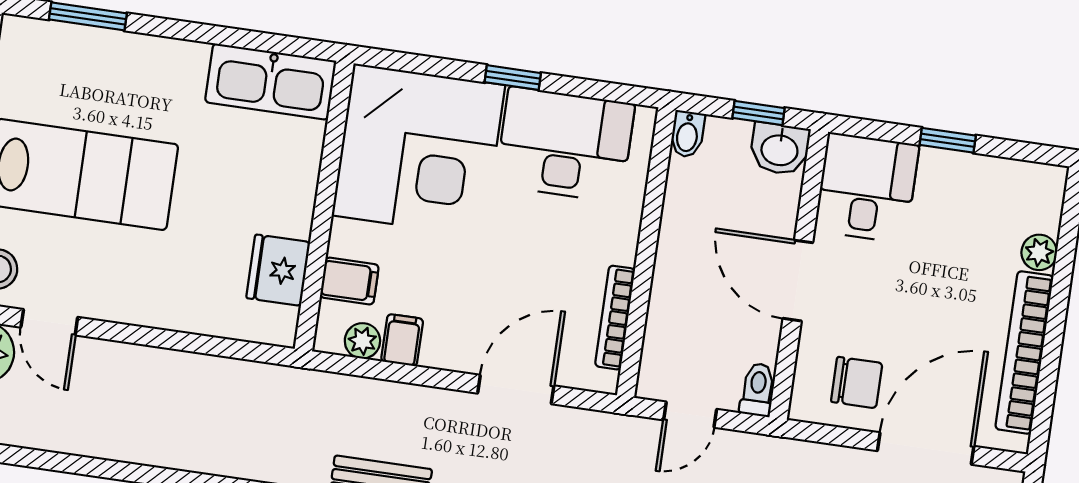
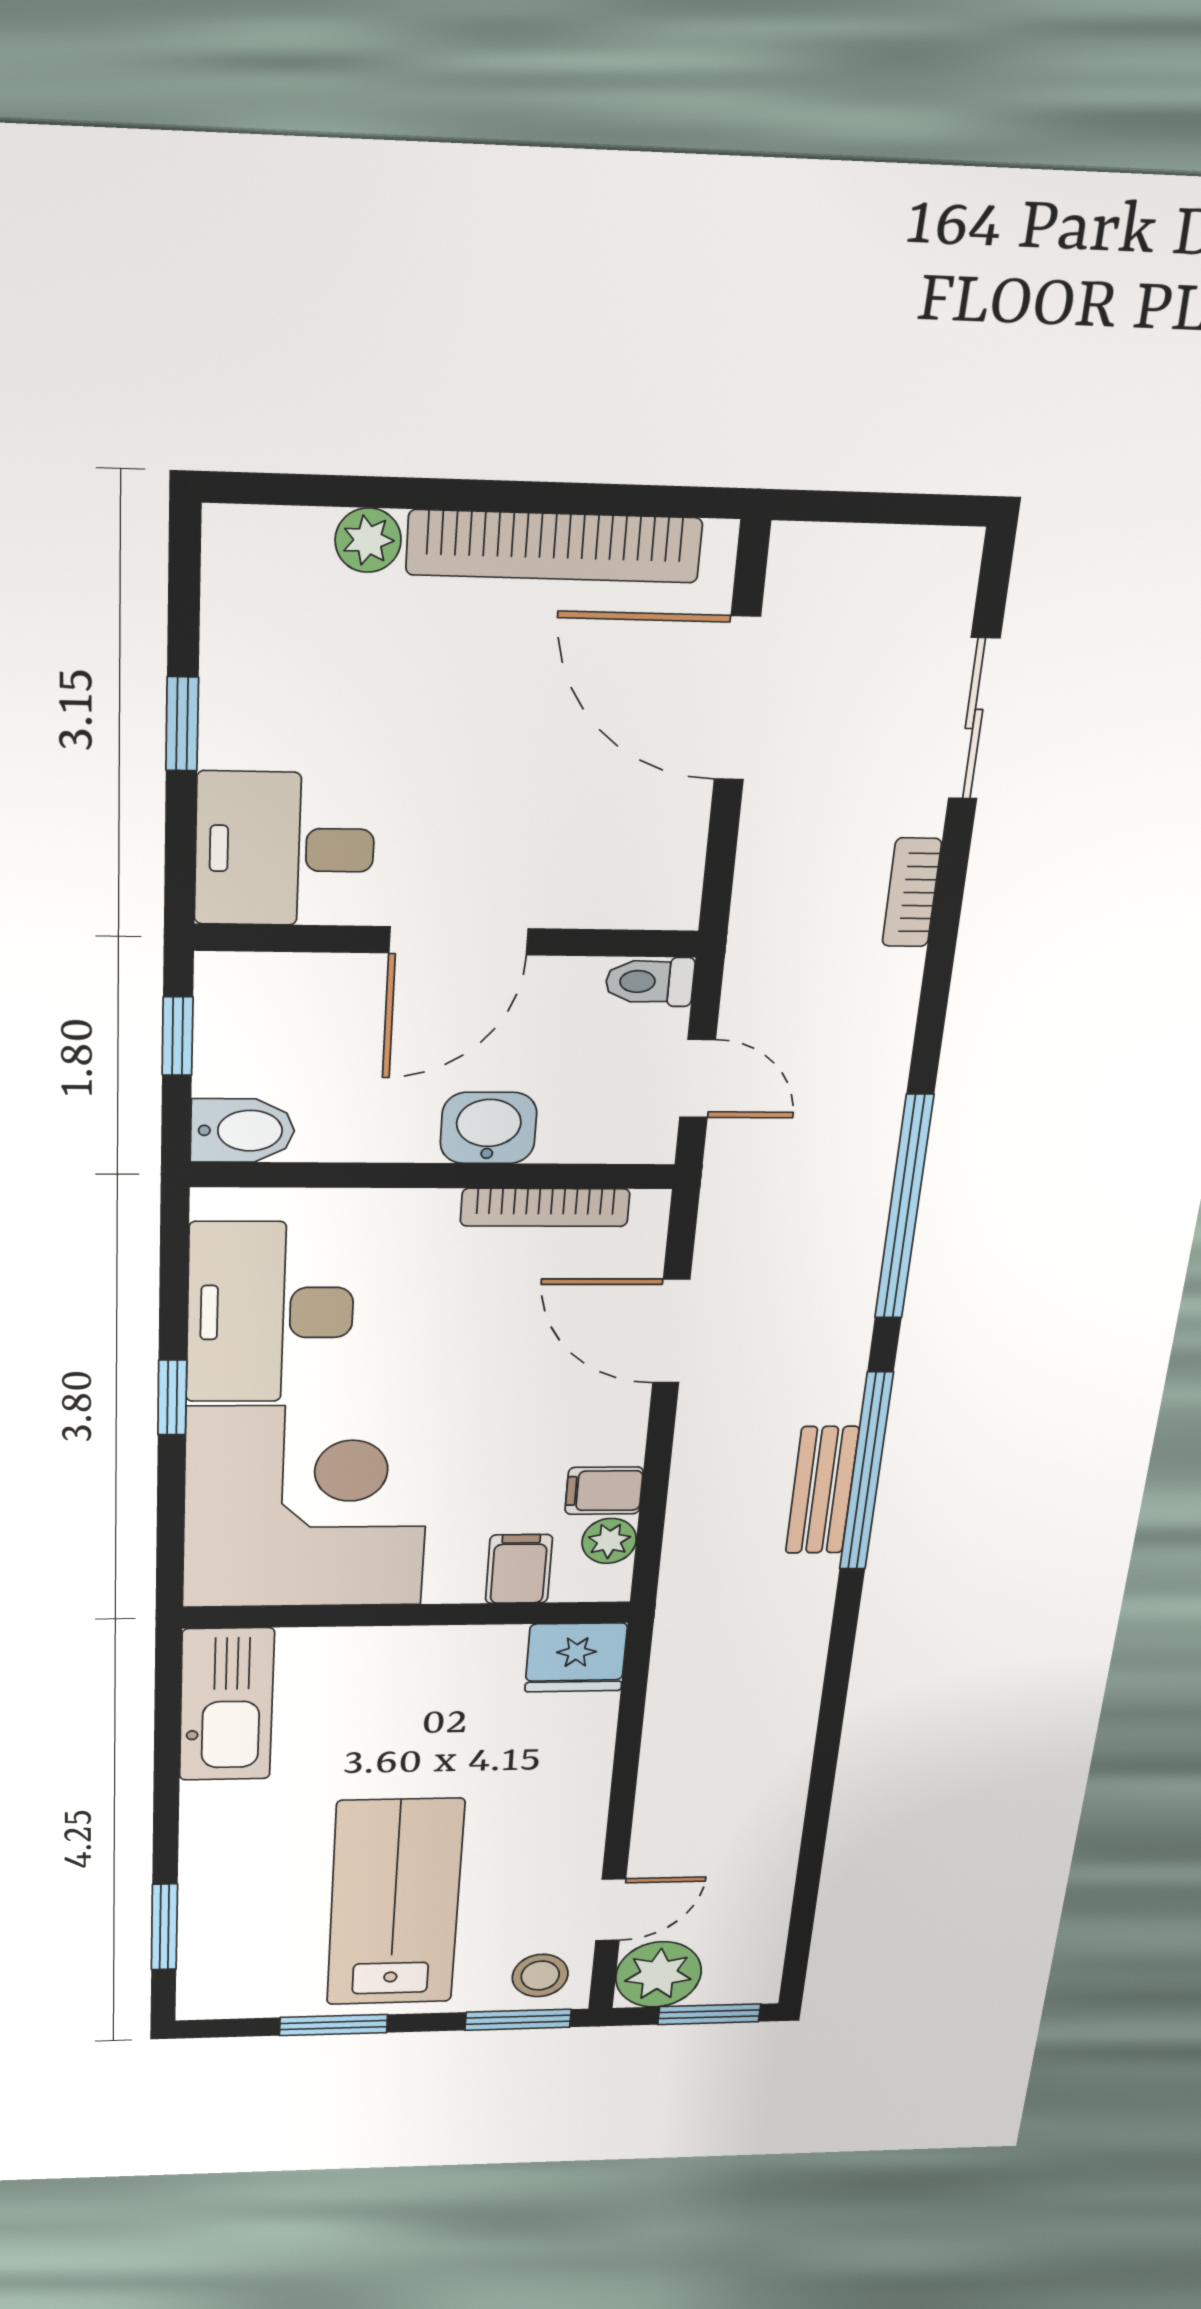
bidet: (687, 134) -> (243, 1131), width x1.38, depth x1.36
washbasin: (780, 149) -> (488, 1128), moved, turned -90
fridge: (278, 270) -> (576, 1657), moved
chair: (857, 382) -> (628, 826), removed

